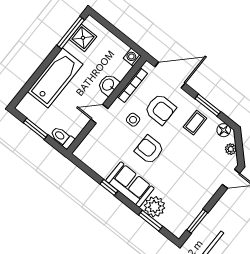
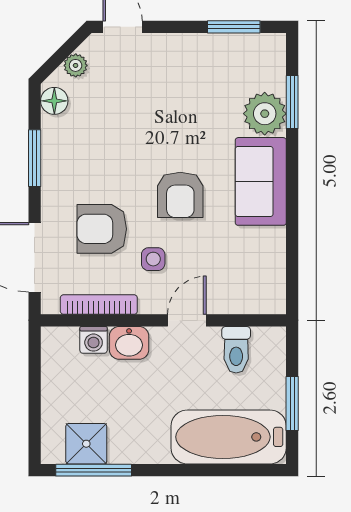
washing machine: (132, 57) -> (94, 340), moved
bathtub: (55, 78) -> (229, 437), moved
armchair: (160, 109) -> (102, 229), turned -90
door: (99, 114) -> (187, 320), swing flipped
coffee table: (195, 123) -> (79, 156), removed
toilet: (62, 137) -> (236, 350), moved
window: (109, 187) -> (292, 211), removed

